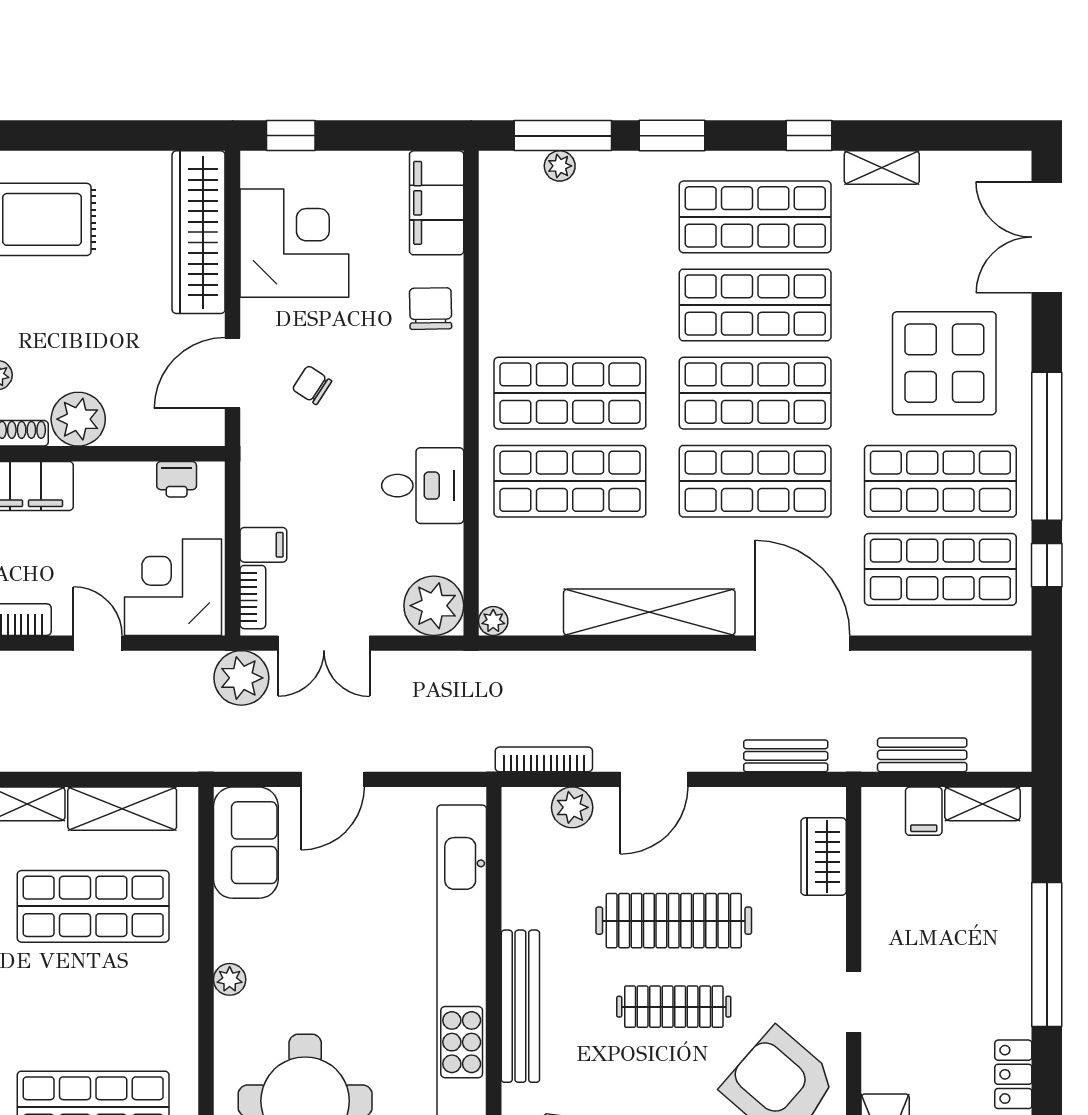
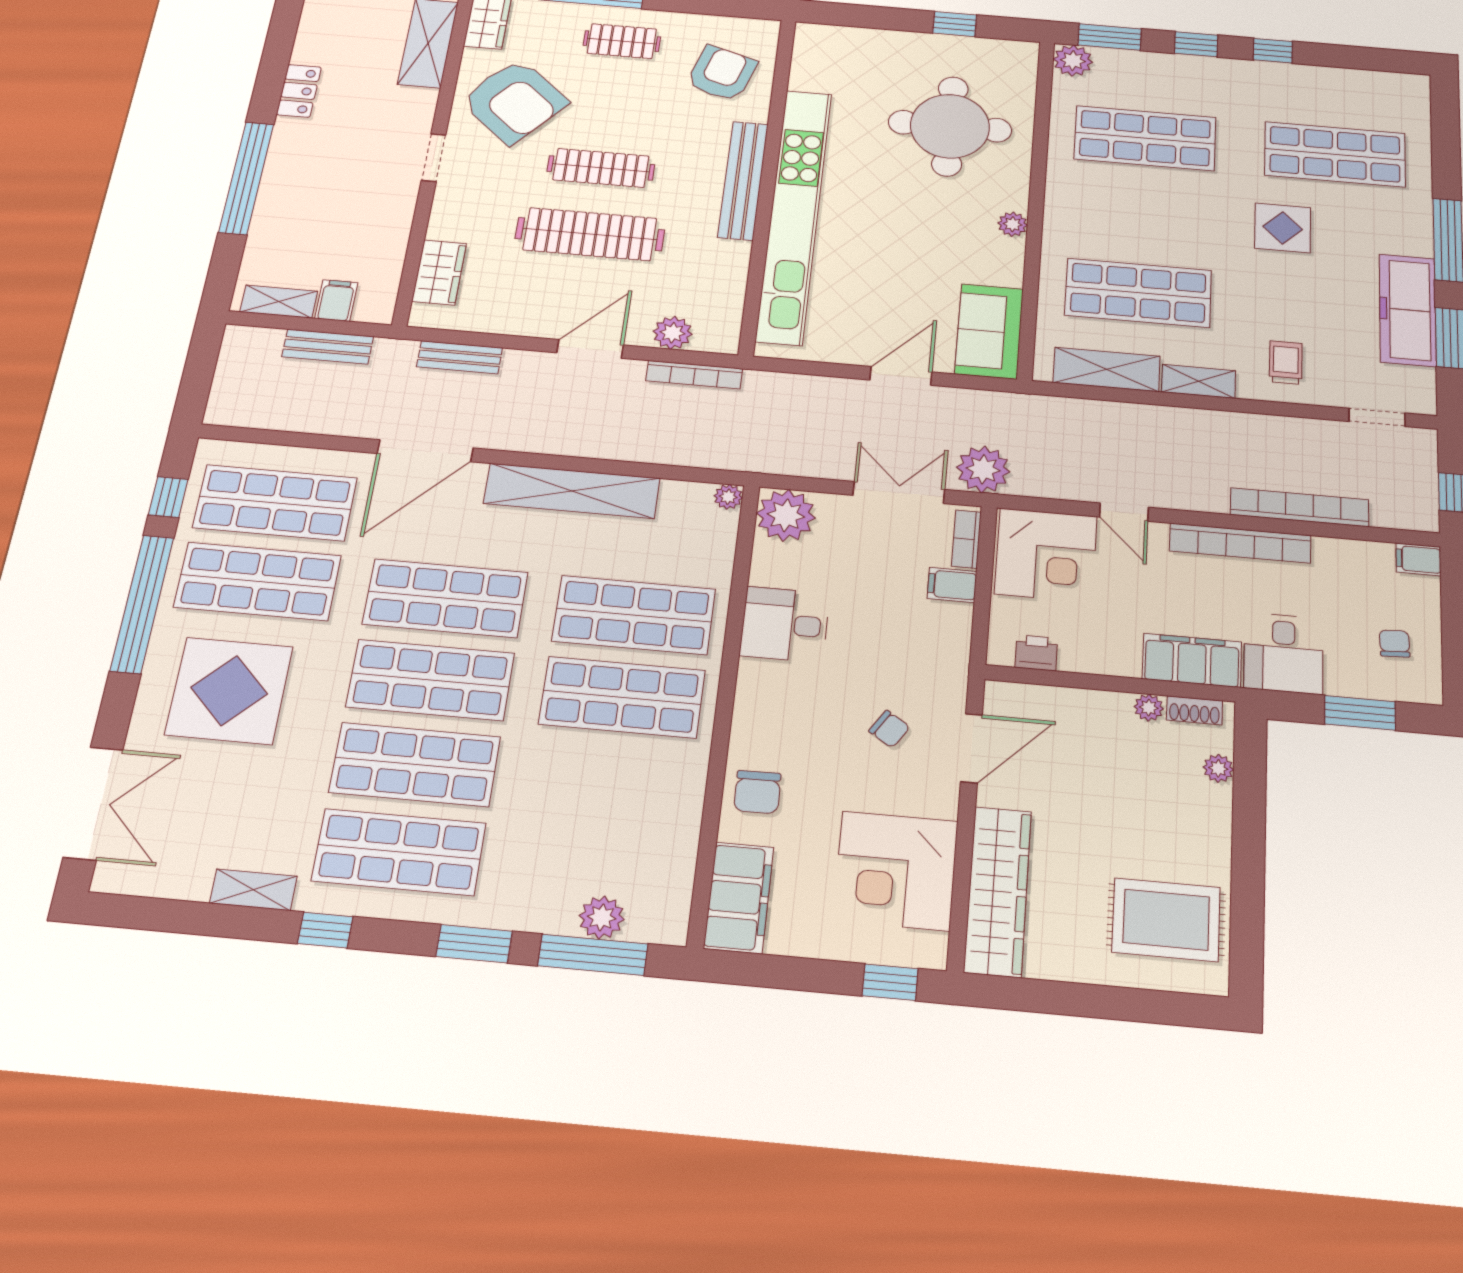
plant: (560, 166) -> (602, 917), width x1.38, depth x1.38
plant: (78, 419) -> (1149, 708), width x0.53, depth x0.53
door: (802, 643) -> (425, 451), hinge flipped

